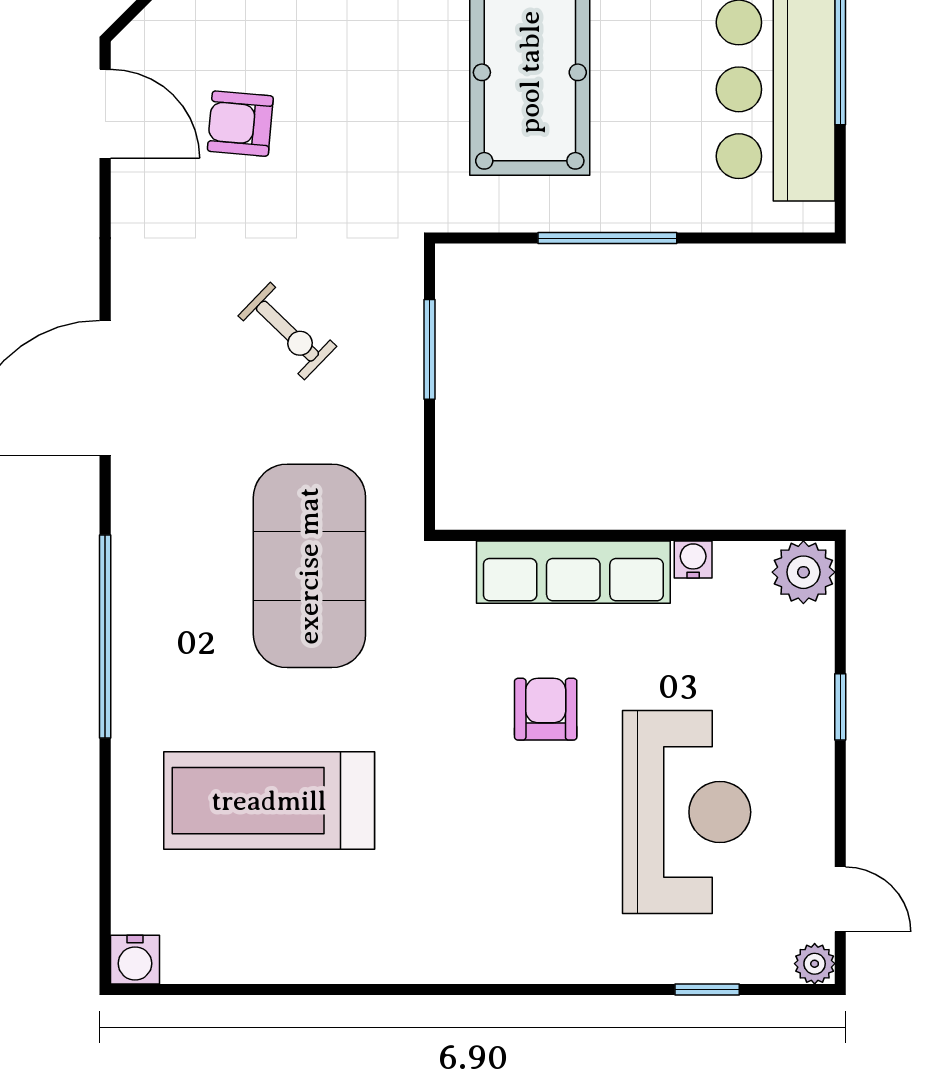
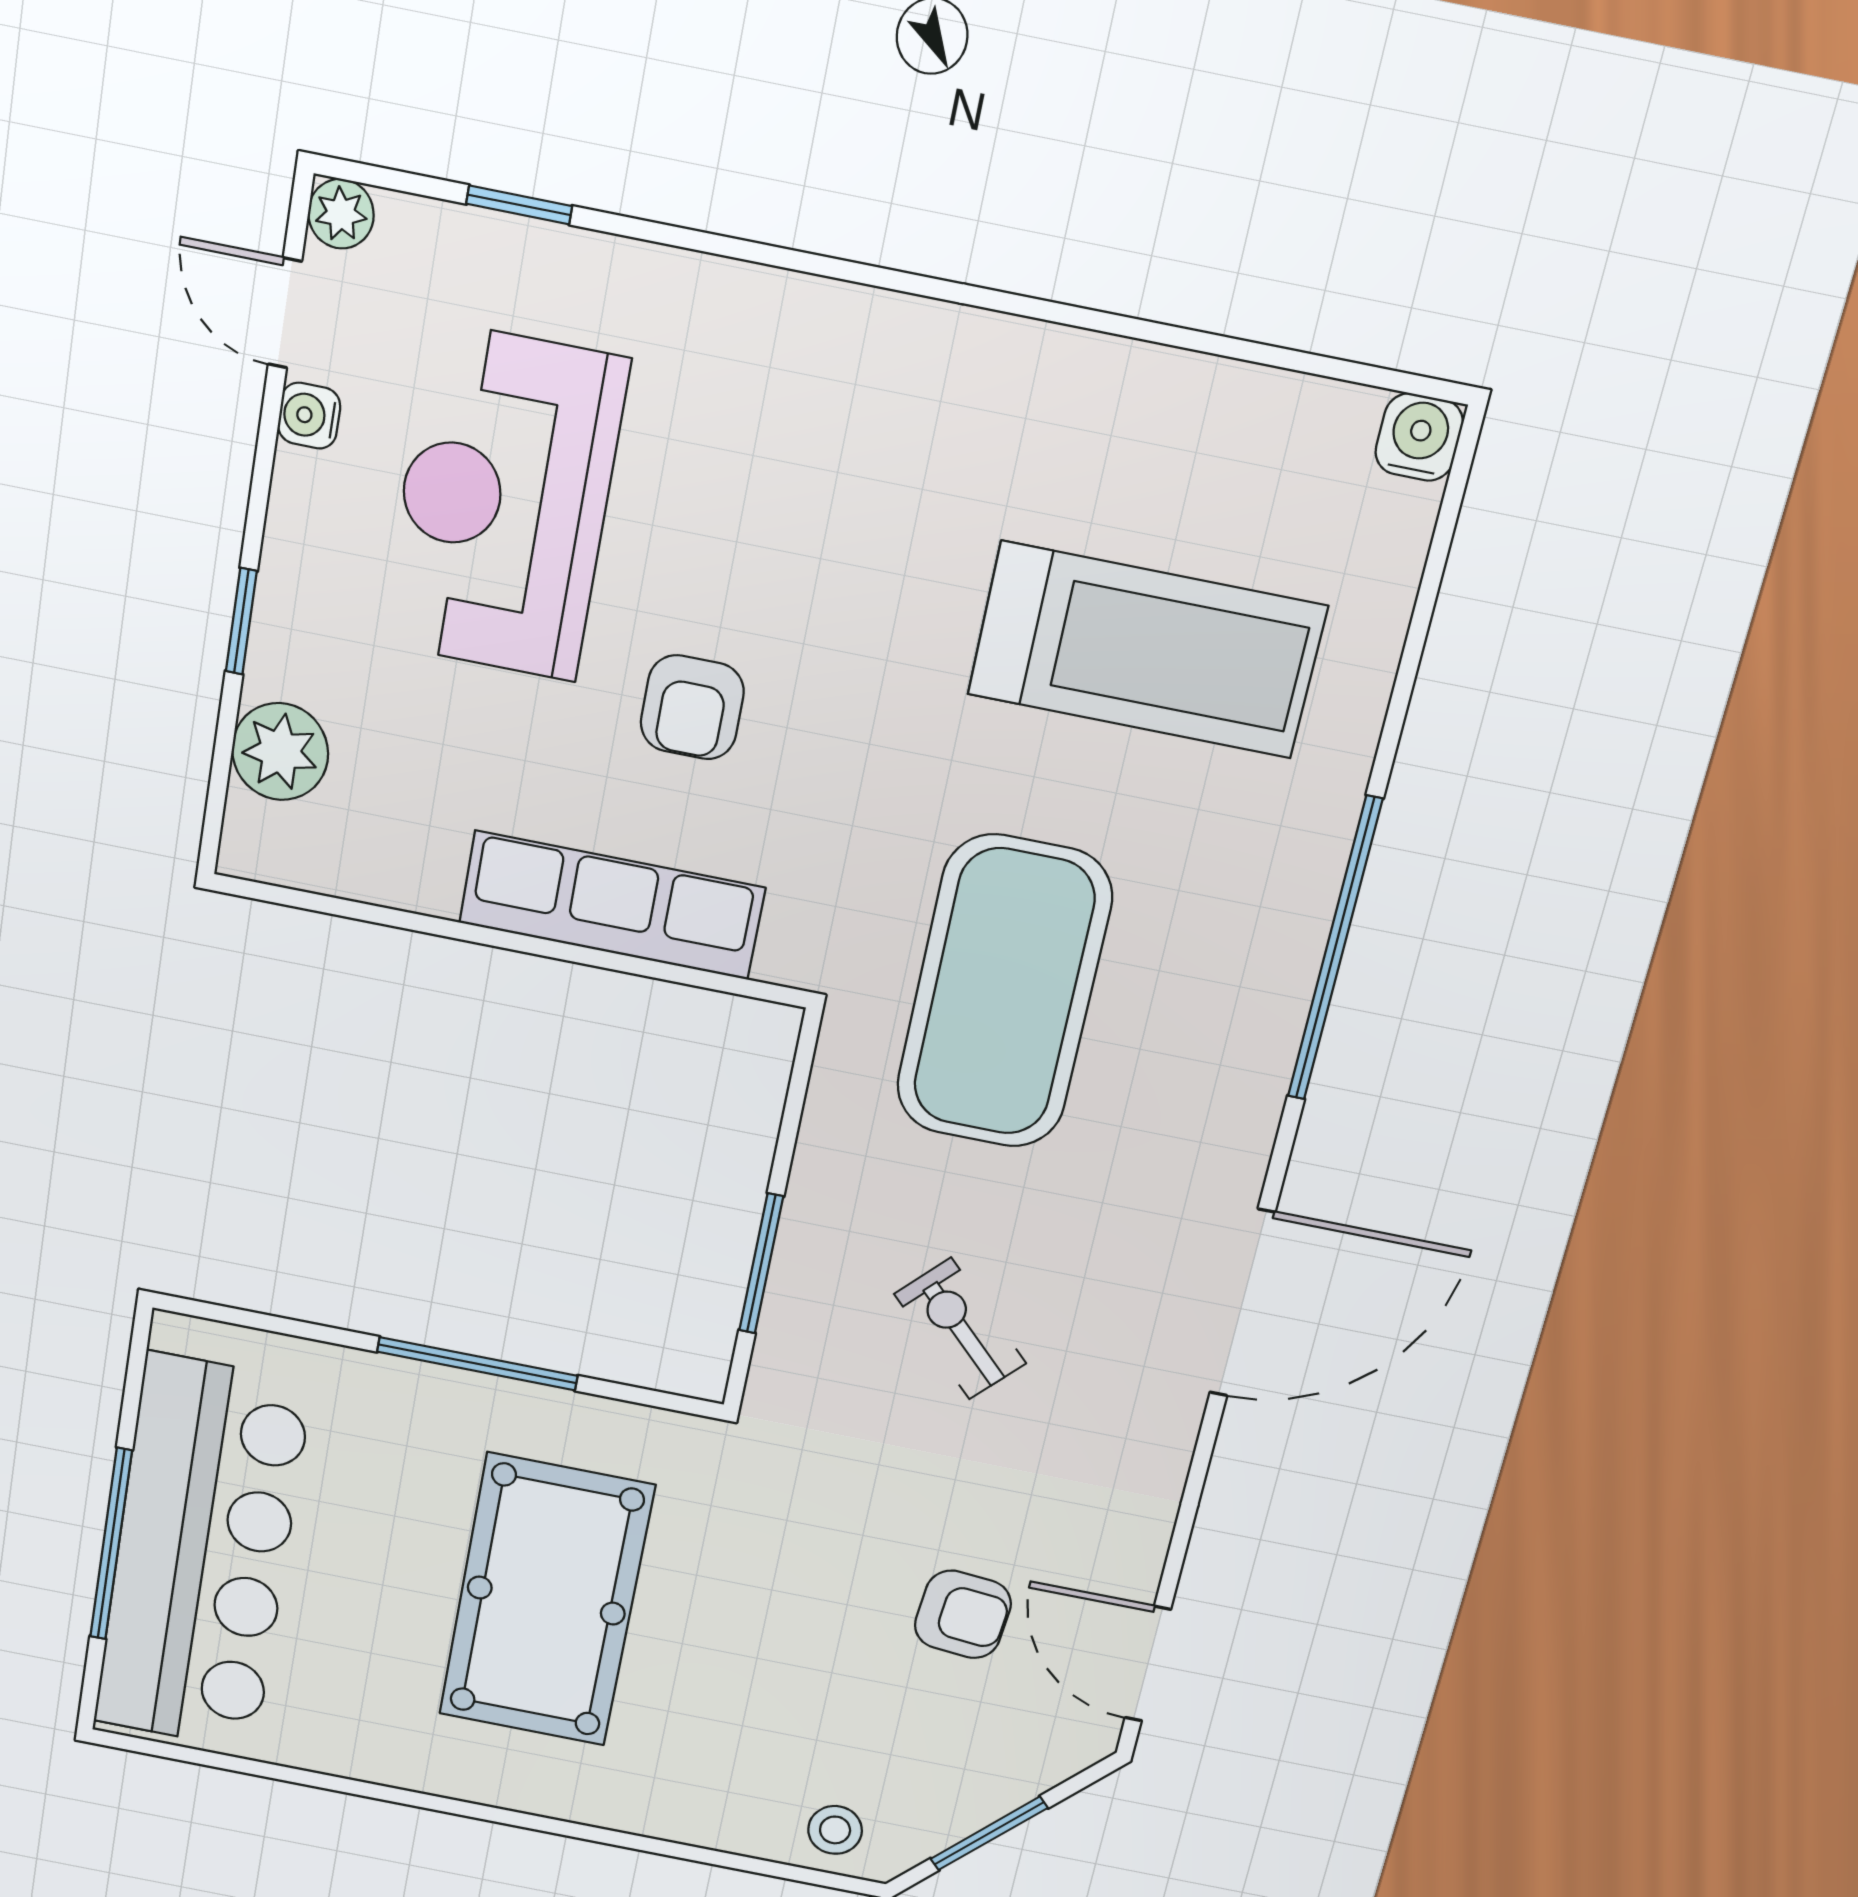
water cooler: (693, 559) -> (309, 416), moved, turned 90
plant: (803, 572) -> (280, 752), moved

